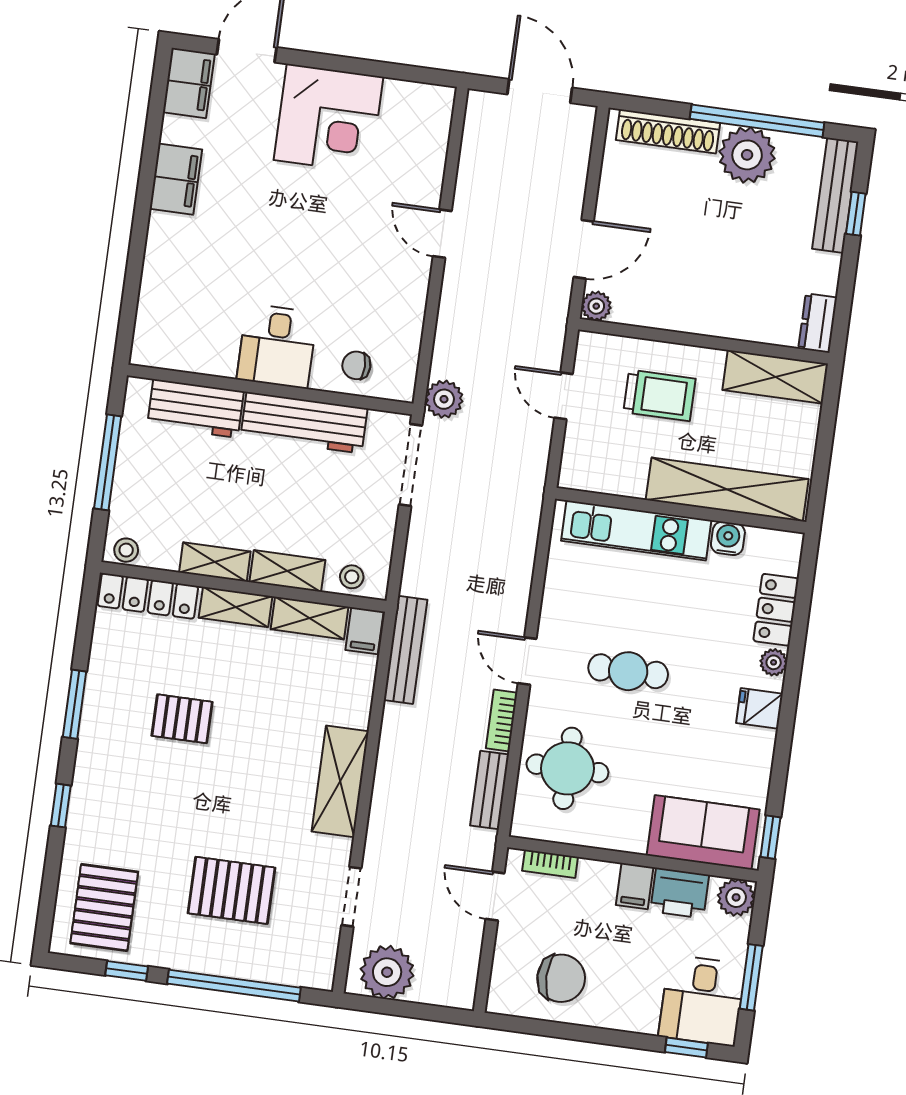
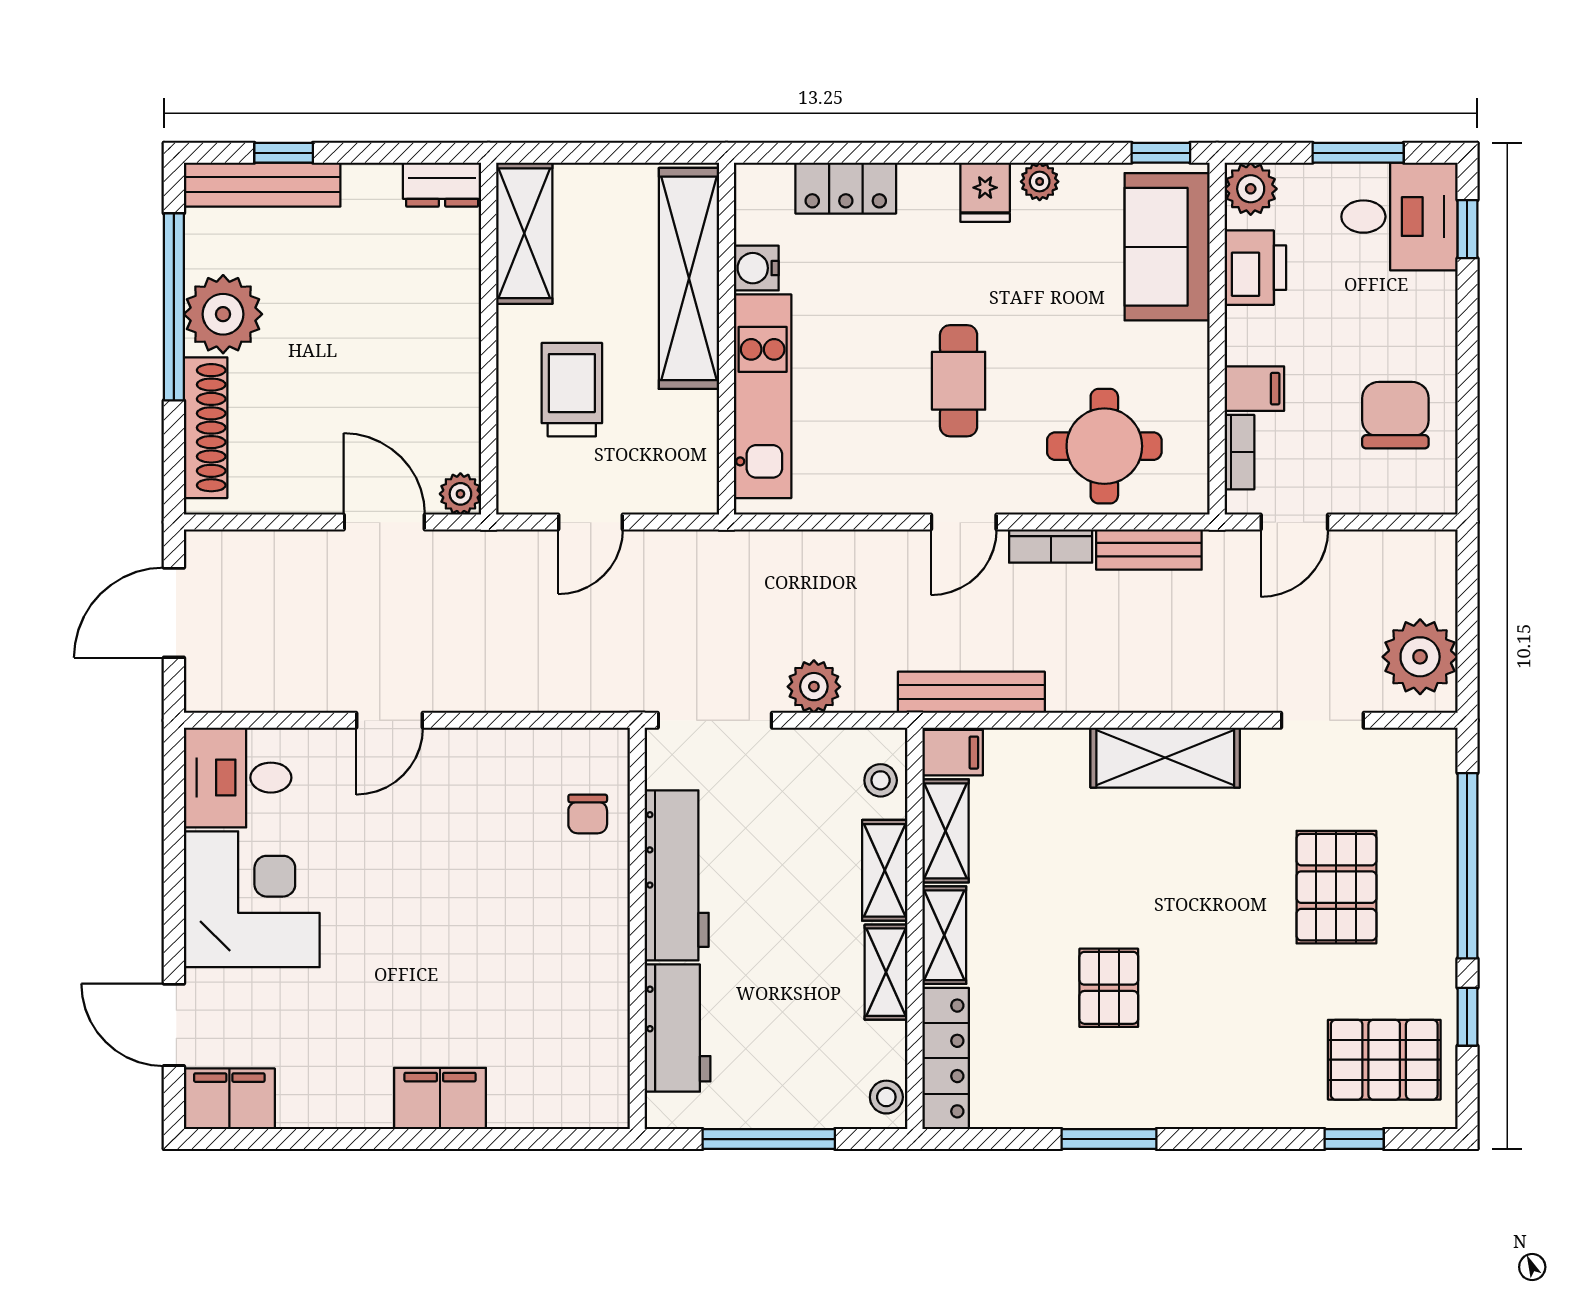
filing cabinet: (176, 179) -> (440, 1099), moved
desk: (277, 346) -> (238, 778), moved, turned 180
plant: (444, 399) -> (814, 687), moved
plant: (774, 662) -> (1040, 182), moved
window: (61, 806) -> (1354, 1139), moved
filing cabinet: (635, 886) -> (1254, 389), moved

